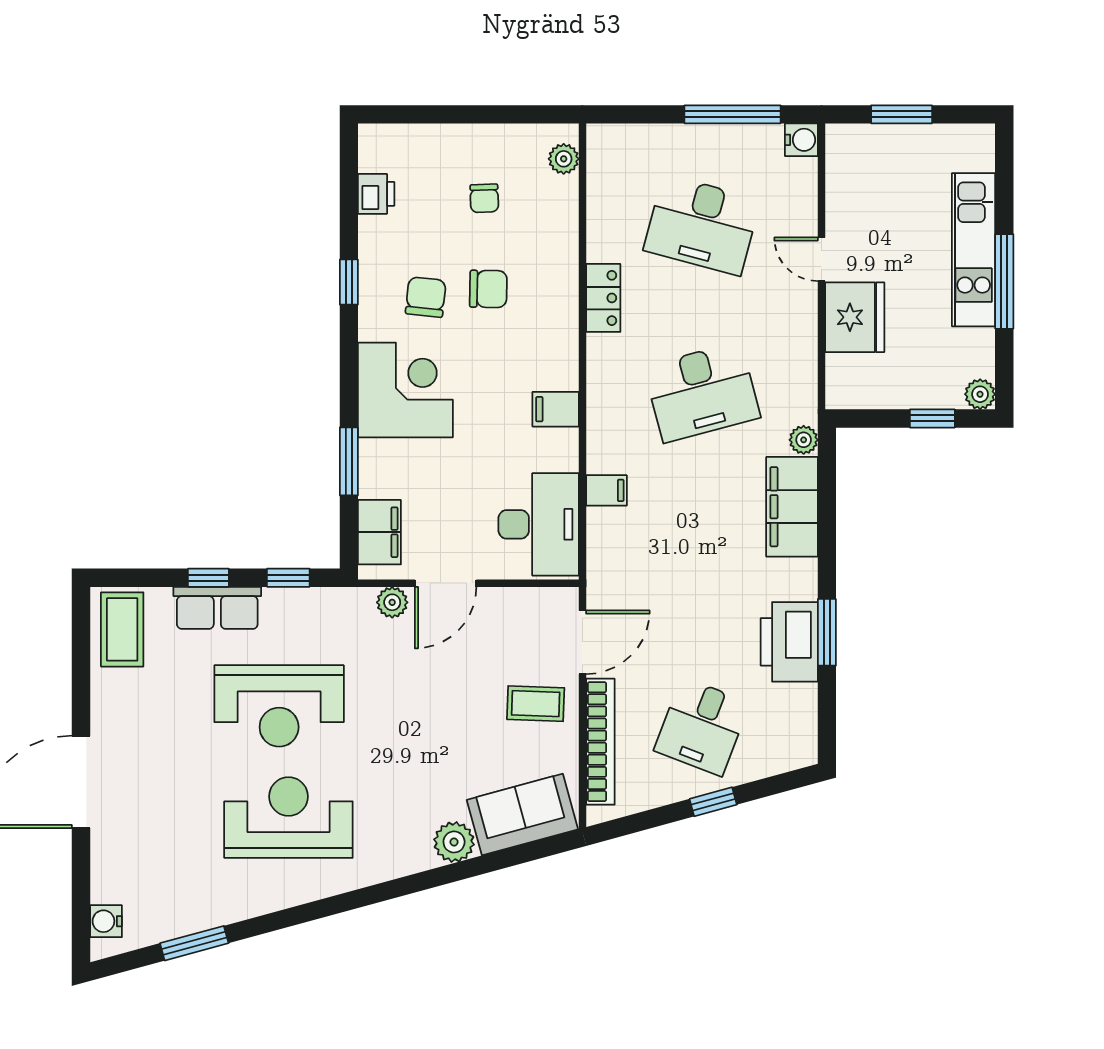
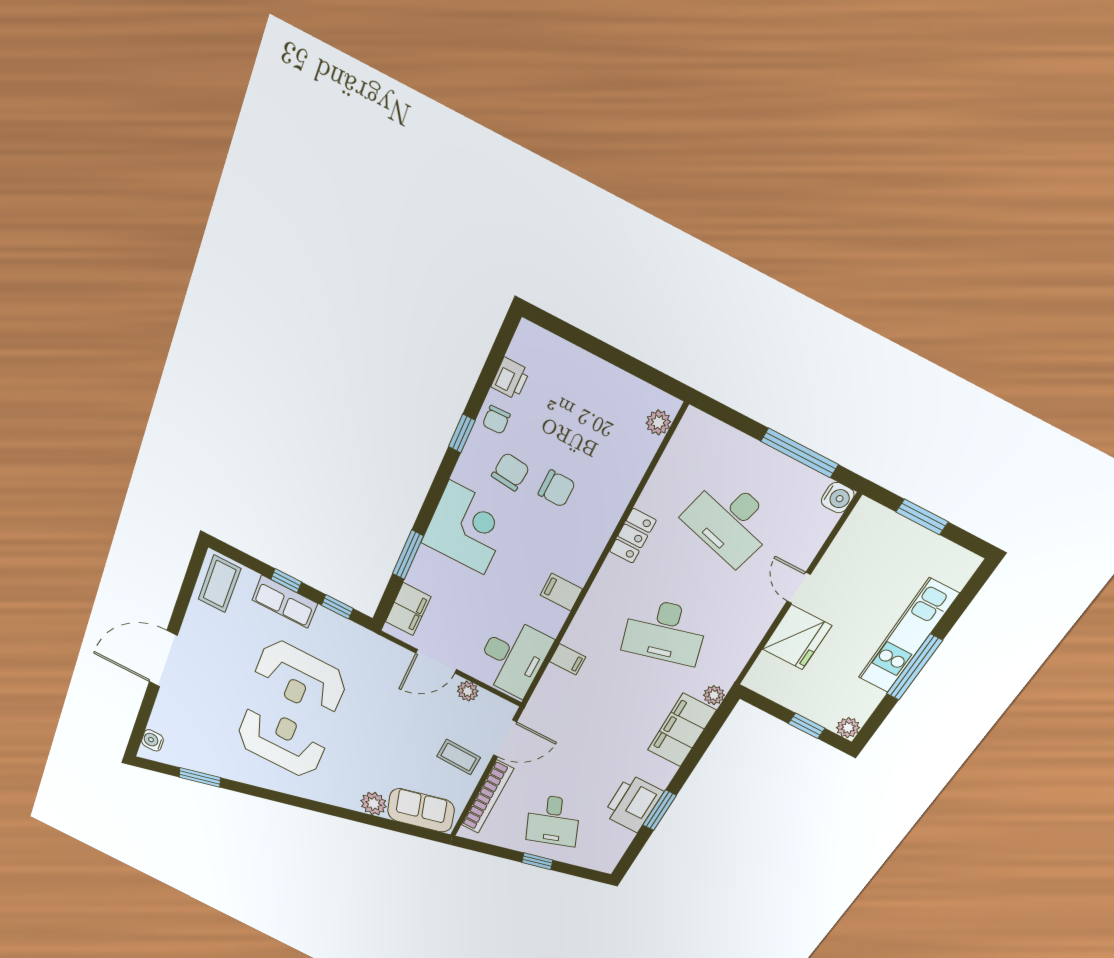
chair: (484, 198) -> (496, 420), moved
plant: (392, 602) -> (468, 691), moved
desk: (702, 727) -> (553, 820), turned -42

